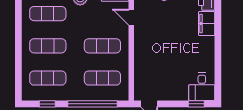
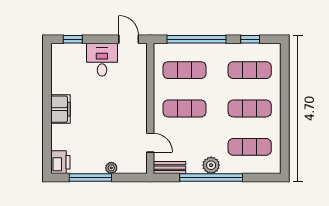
filing cabinet: (207, 24) -> (60, 109), moved
desk: (202, 87) -> (102, 60), moved

